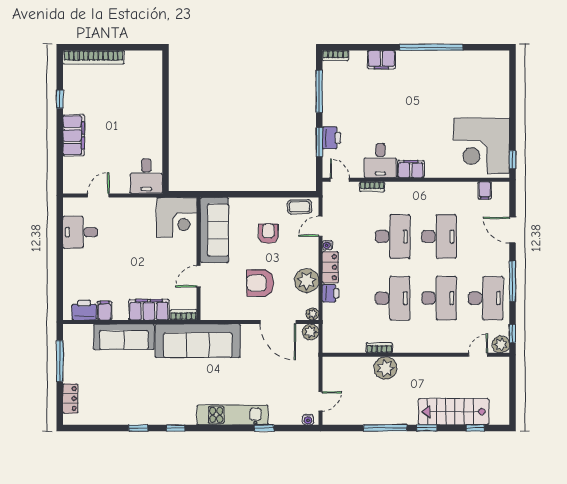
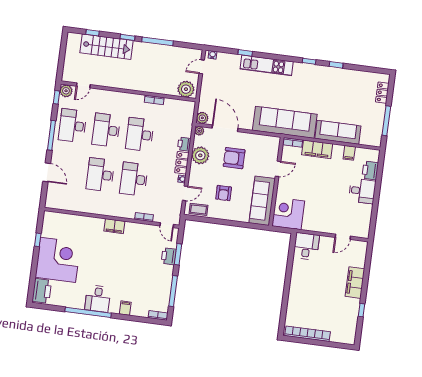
bookcase: (93, 57) -> (307, 334), moved
filing cabinet: (381, 60) -> (125, 308), width x0.50
printer: (498, 68) -> (42, 291), added
corner desk: (482, 146) -> (58, 260), moved
window: (512, 160) -> (38, 240), moved
desk: (380, 161) -> (98, 299), moved, turned 180
filing cabinet: (485, 190) -> (63, 204), removed
desk: (80, 232) -> (362, 191), moved
armchair: (260, 283) -> (234, 158), turned 180
printer: (84, 310) -> (370, 170), moved, turned 90
plant: (385, 368) -> (186, 89), moved

